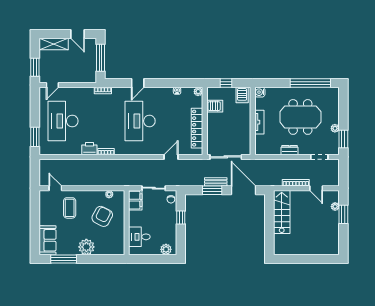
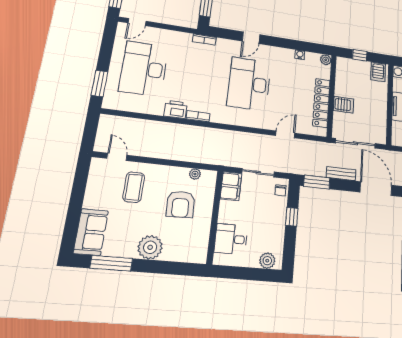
server rack: (215, 106) -> (344, 105), moved
window: (212, 190) -> (317, 182), moved
armchair: (102, 216) -> (180, 204), turned 150

